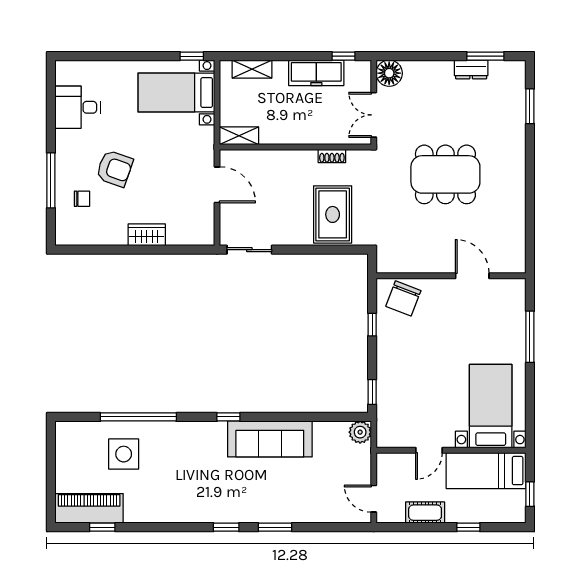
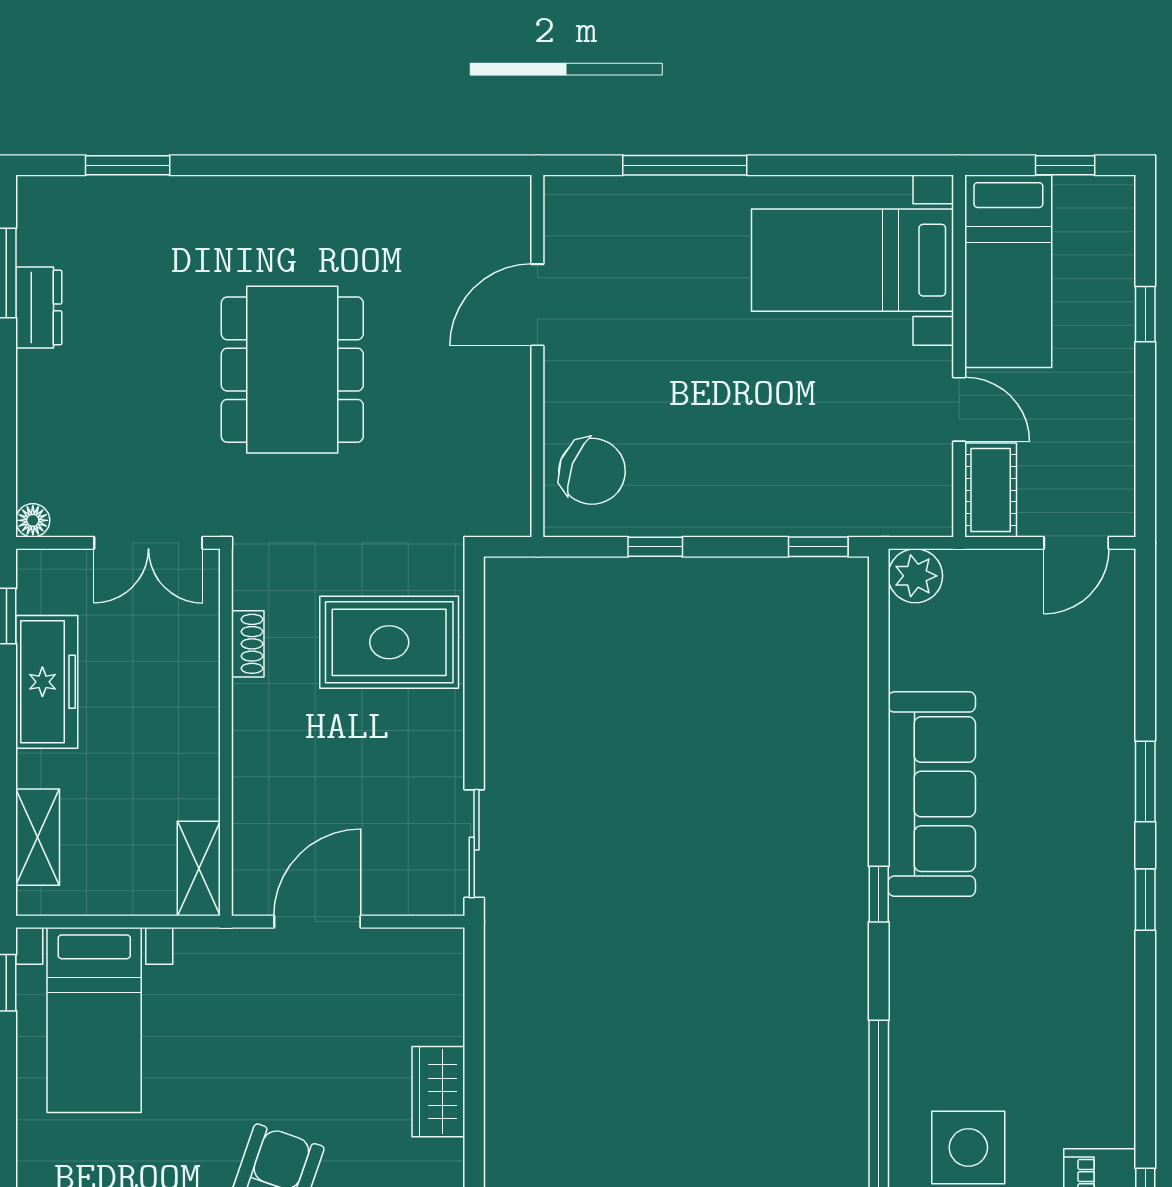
floor lamp: (389, 73) -> (33, 520), width x0.53, depth x0.53
cot: (425, 513) -> (991, 490), moved

